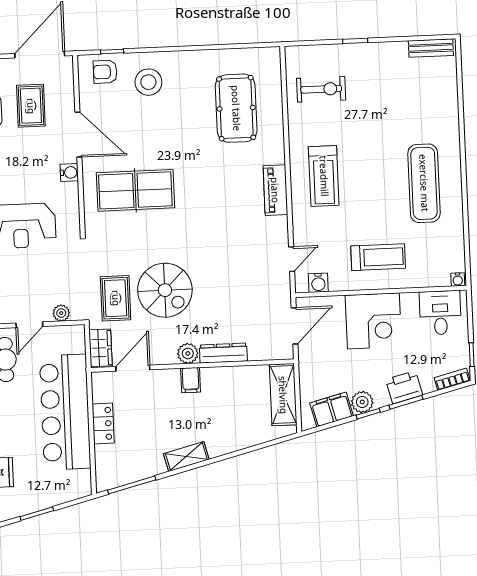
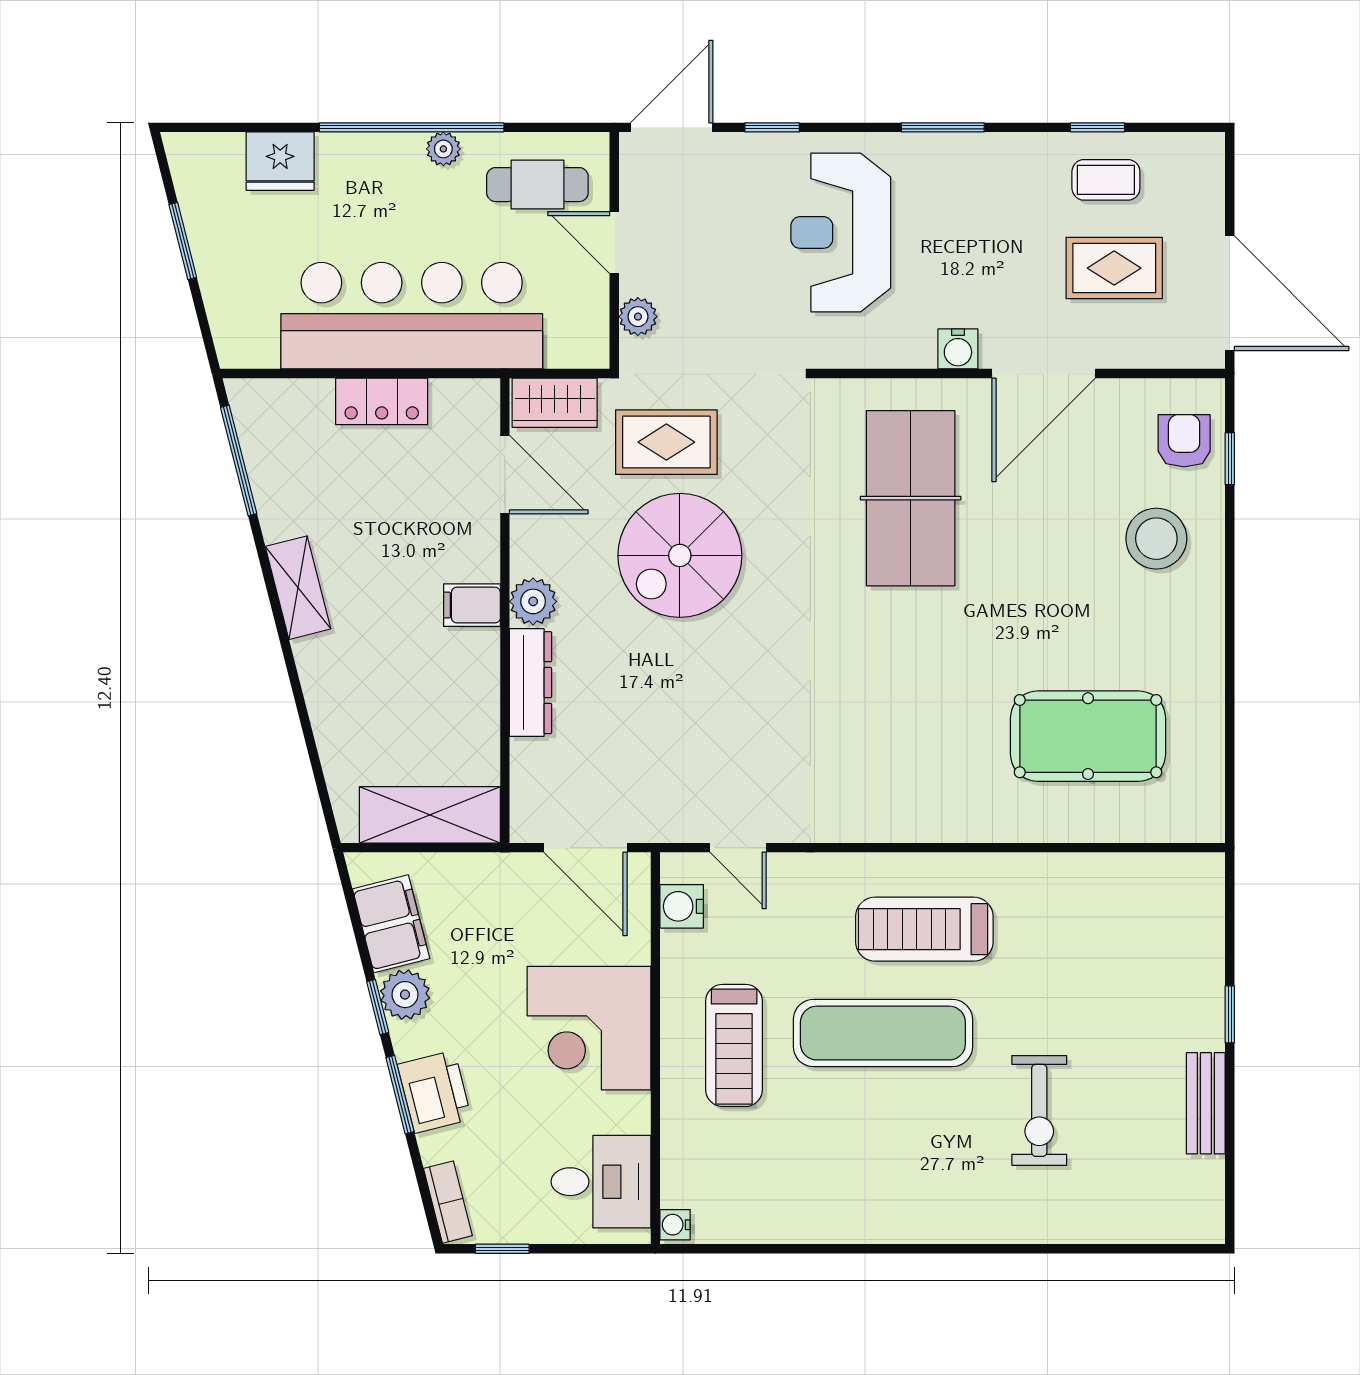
bench: (431, 48) -> (1206, 1103), moved
exercise bike: (321, 89) -> (1039, 1110), moved
exercise mat: (424, 183) -> (883, 1033), moved
piano: (275, 190) -> (897, 818), removed

